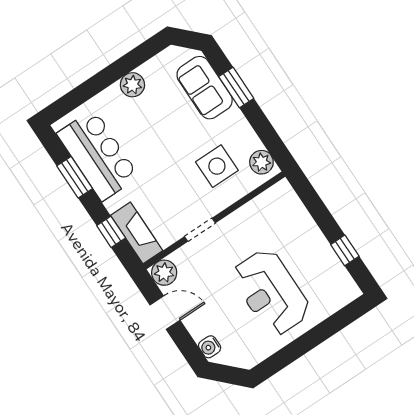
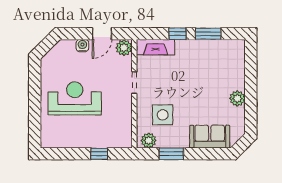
window: (236, 87) -> (171, 154), moved
bar counter: (98, 155) -> (212, 54), removed
window: (111, 232) -> (177, 34), moved
window: (345, 250) -> (99, 154), moved
water cooler: (210, 347) -> (82, 46), moved

